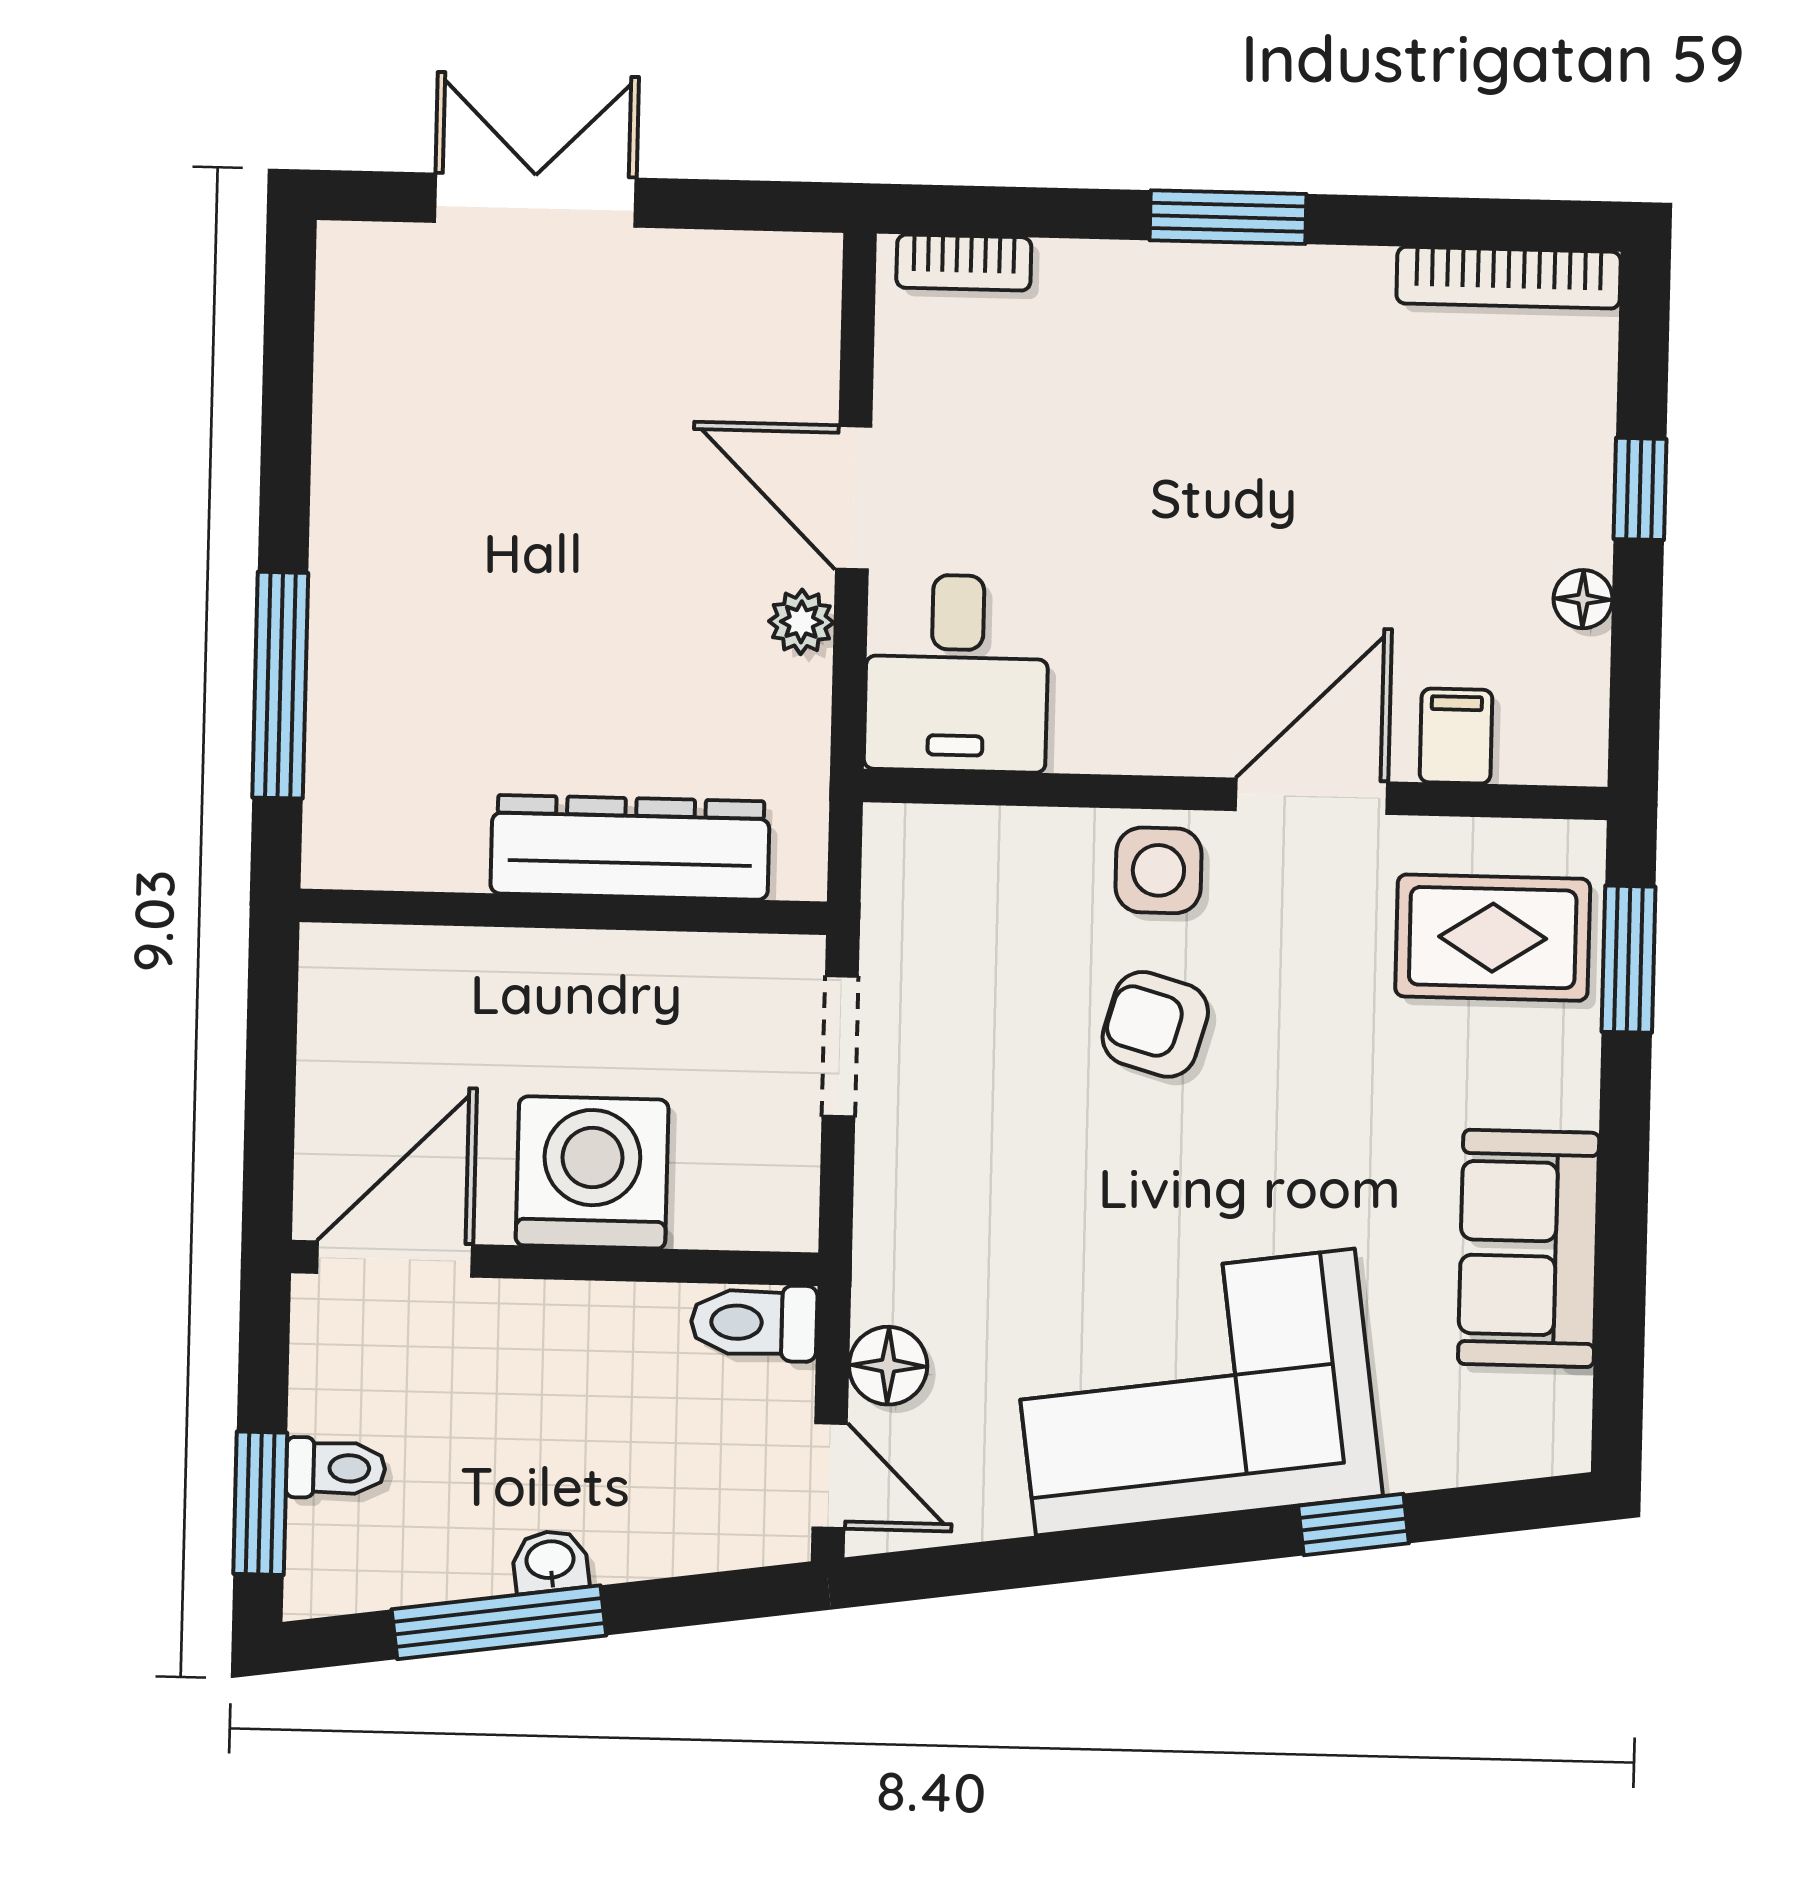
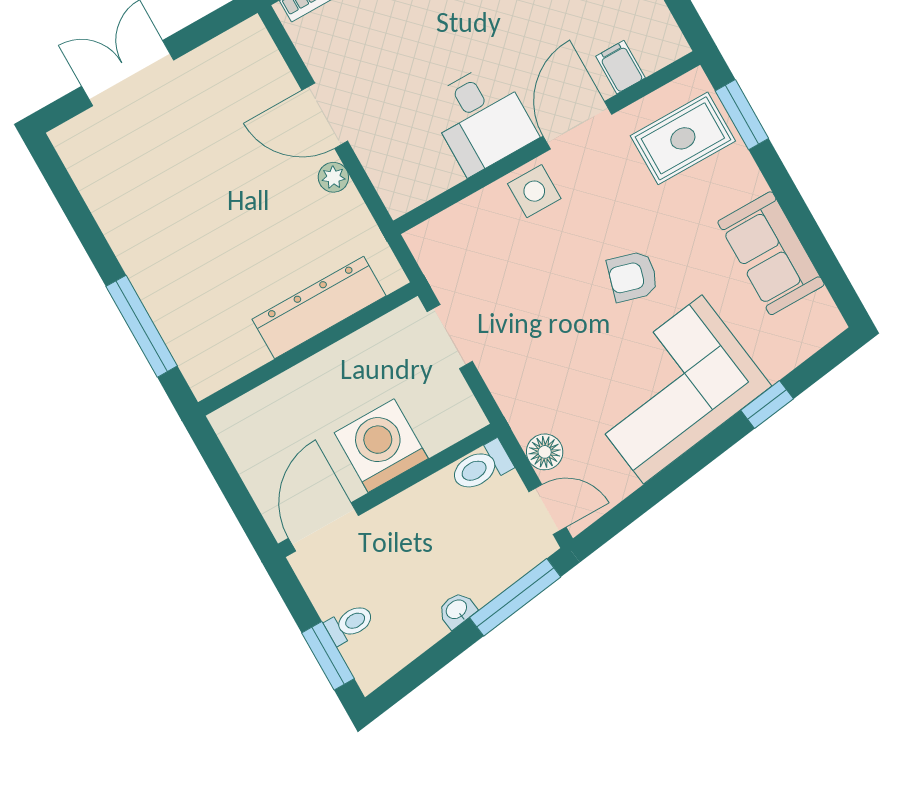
desk: (957, 673) -> (482, 119), moved
armchair: (1155, 1024) -> (633, 276), moved
window: (499, 1622) -> (515, 597), moved

